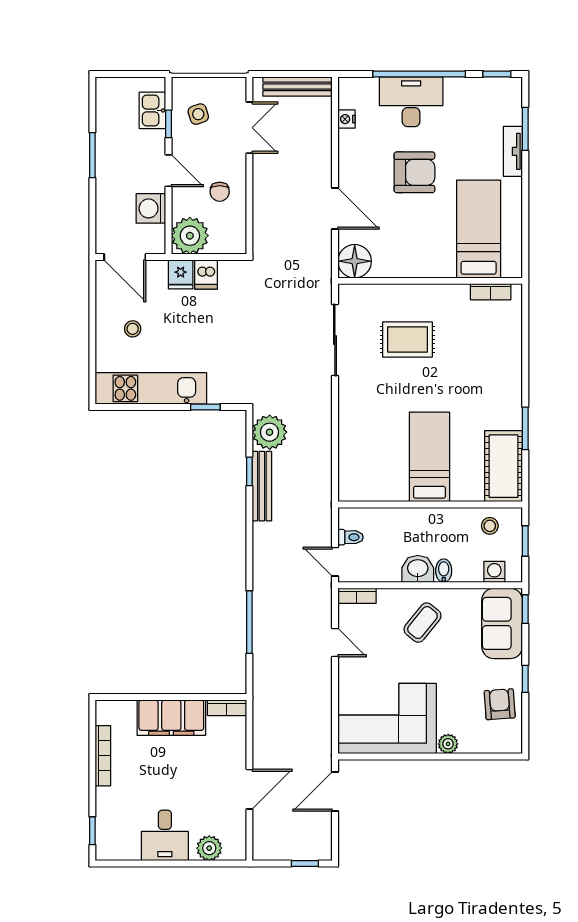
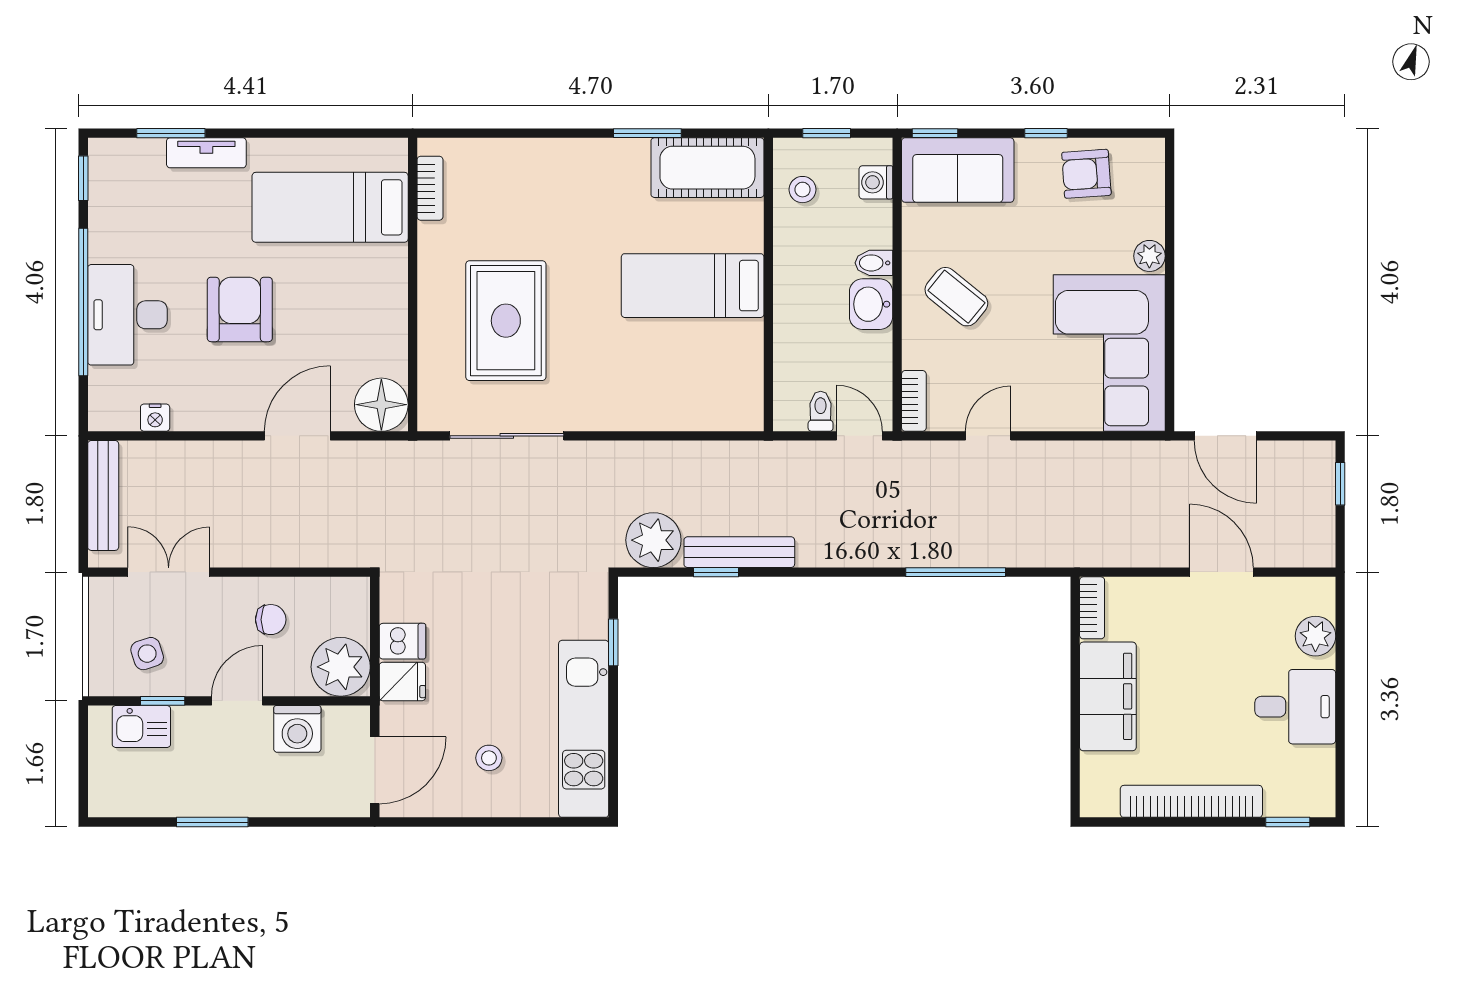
rug: (407, 339) -> (506, 321), width x1.36, depth x1.43
door: (335, 562) -> (859, 436), swing flipped
bookcase: (103, 756) -> (1191, 801), width x1.48, depth x1.31

